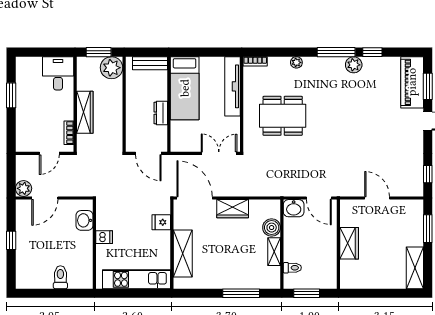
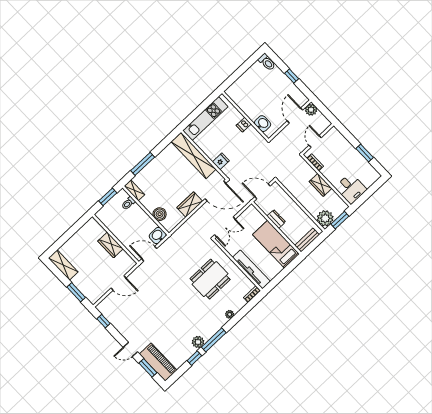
wardrobe: (85, 112) -> (321, 185), width x0.67
shelving: (274, 252) -> (134, 190), moved
shelving: (183, 254) -> (194, 156), width x1.47
toilet: (60, 277) -> (267, 62), moved

